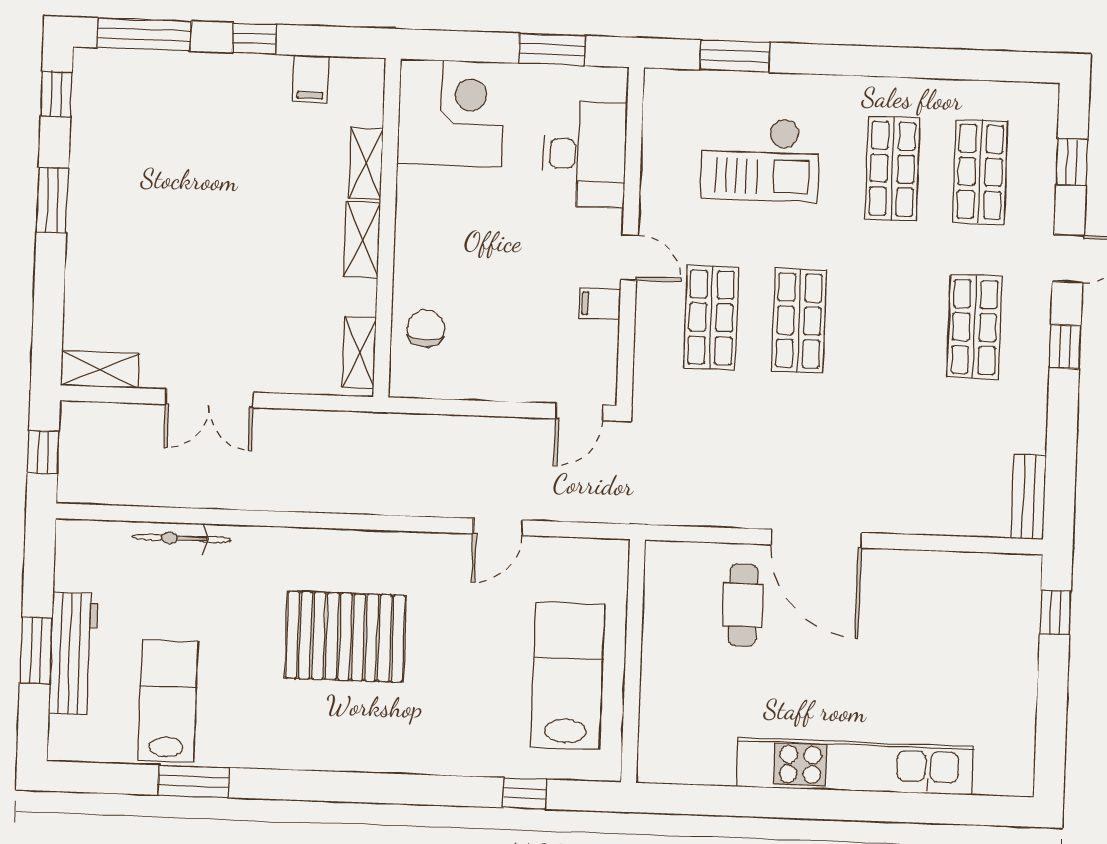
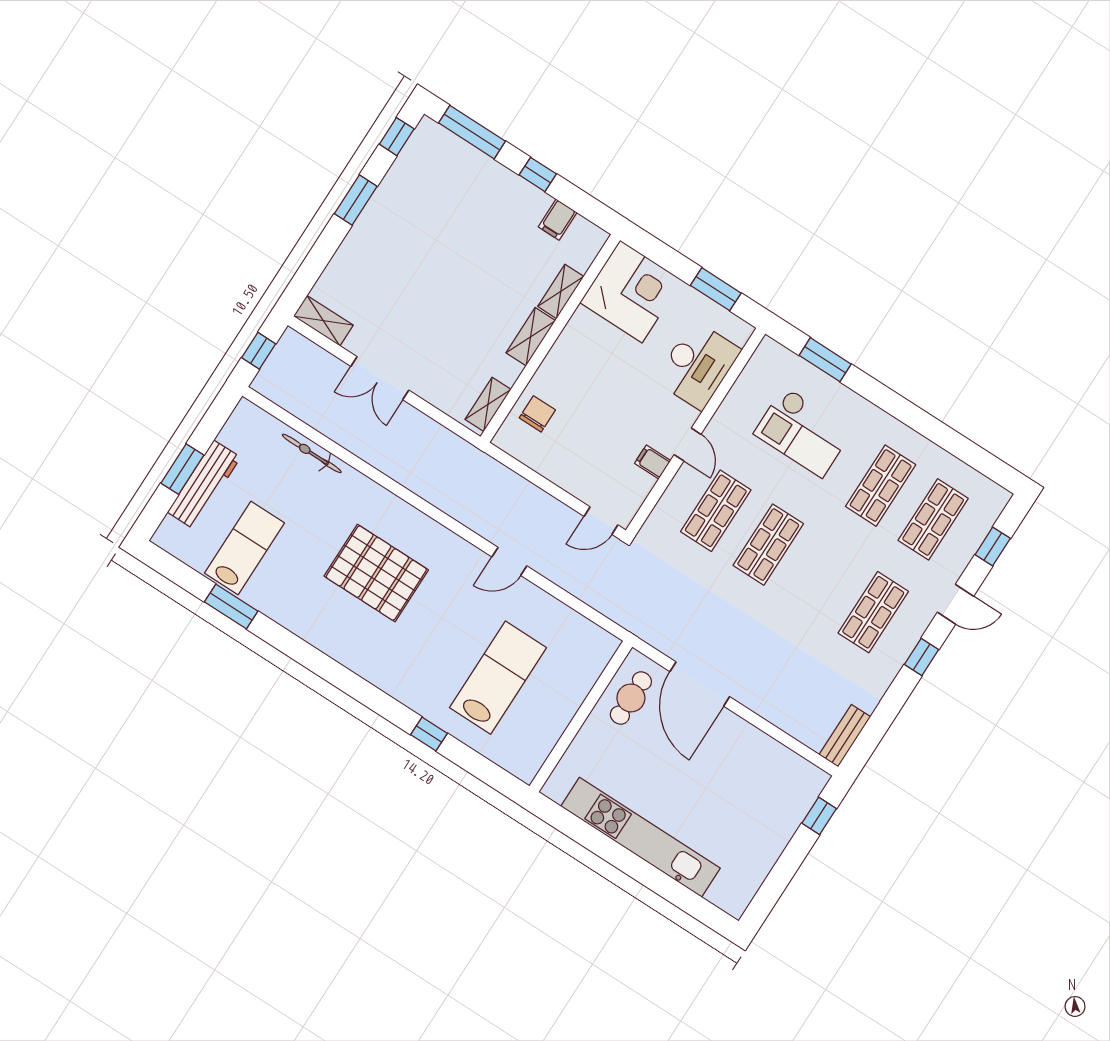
wall: (633, 661) -> (581, 717), moved

